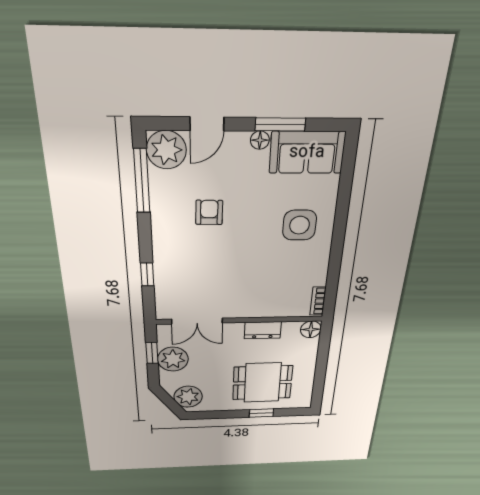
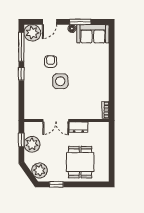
side table: (300, 225) -> (60, 81), moved
window: (147, 274) -> (21, 74), moved
double door: (197, 321) -> (56, 121), moved
floor lamp: (311, 329) -> (104, 127), removed
dining table: (263, 383) -> (80, 162), turned 90
window: (261, 413) -> (56, 184), moved

